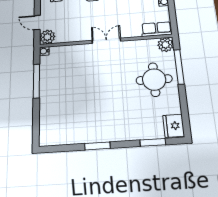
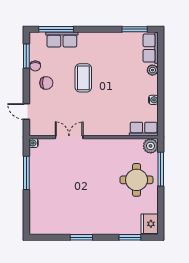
plant: (47, 37) -> (37, 128), removed
double door: (106, 41) -> (69, 137), moved

